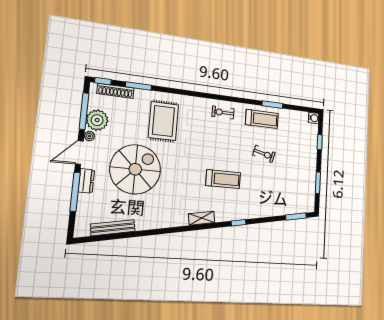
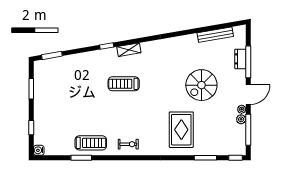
shoe rack: (115, 91) -> (224, 151), removed
treadmill: (262, 119) -> (91, 143), turned 180
plant: (97, 120) -> (241, 119), width x0.53, depth x0.53
exercise bike: (264, 154) -> (87, 111), removed
spiral stairs: (135, 169) -> (201, 85), width x0.73, depth x0.73
dresser: (86, 181) -> (240, 59), moved
shelving: (202, 218) -> (129, 50), moved

